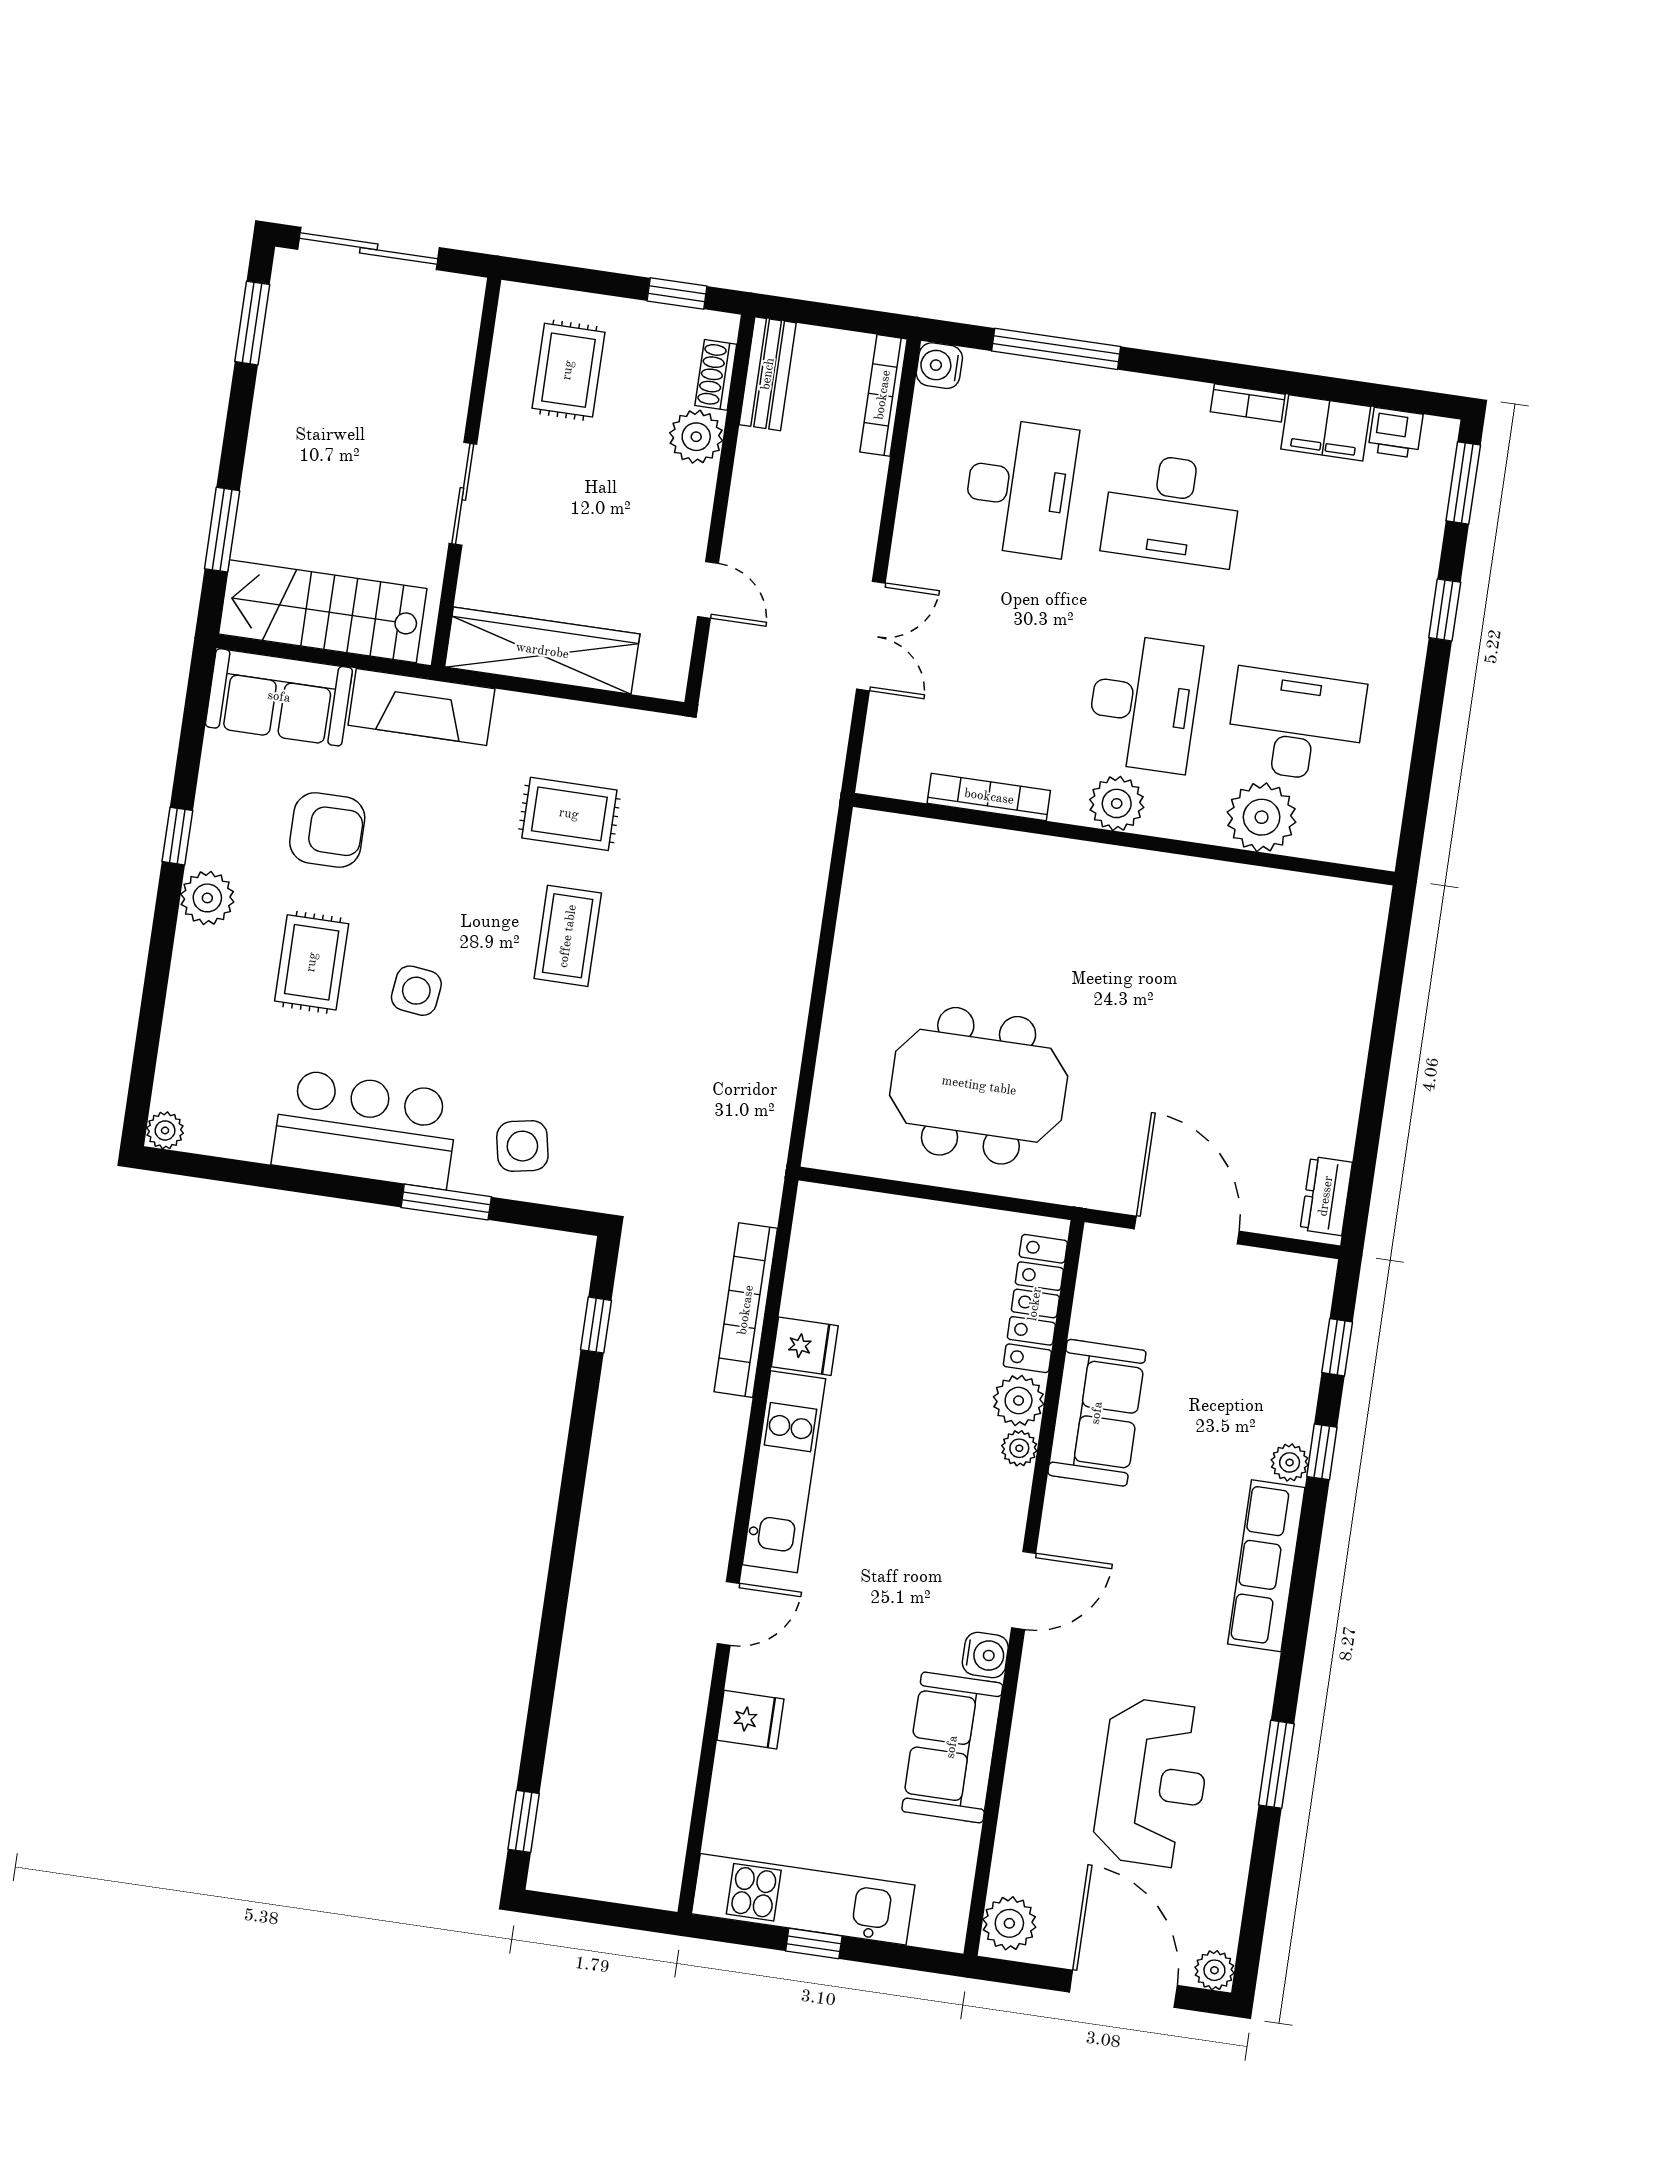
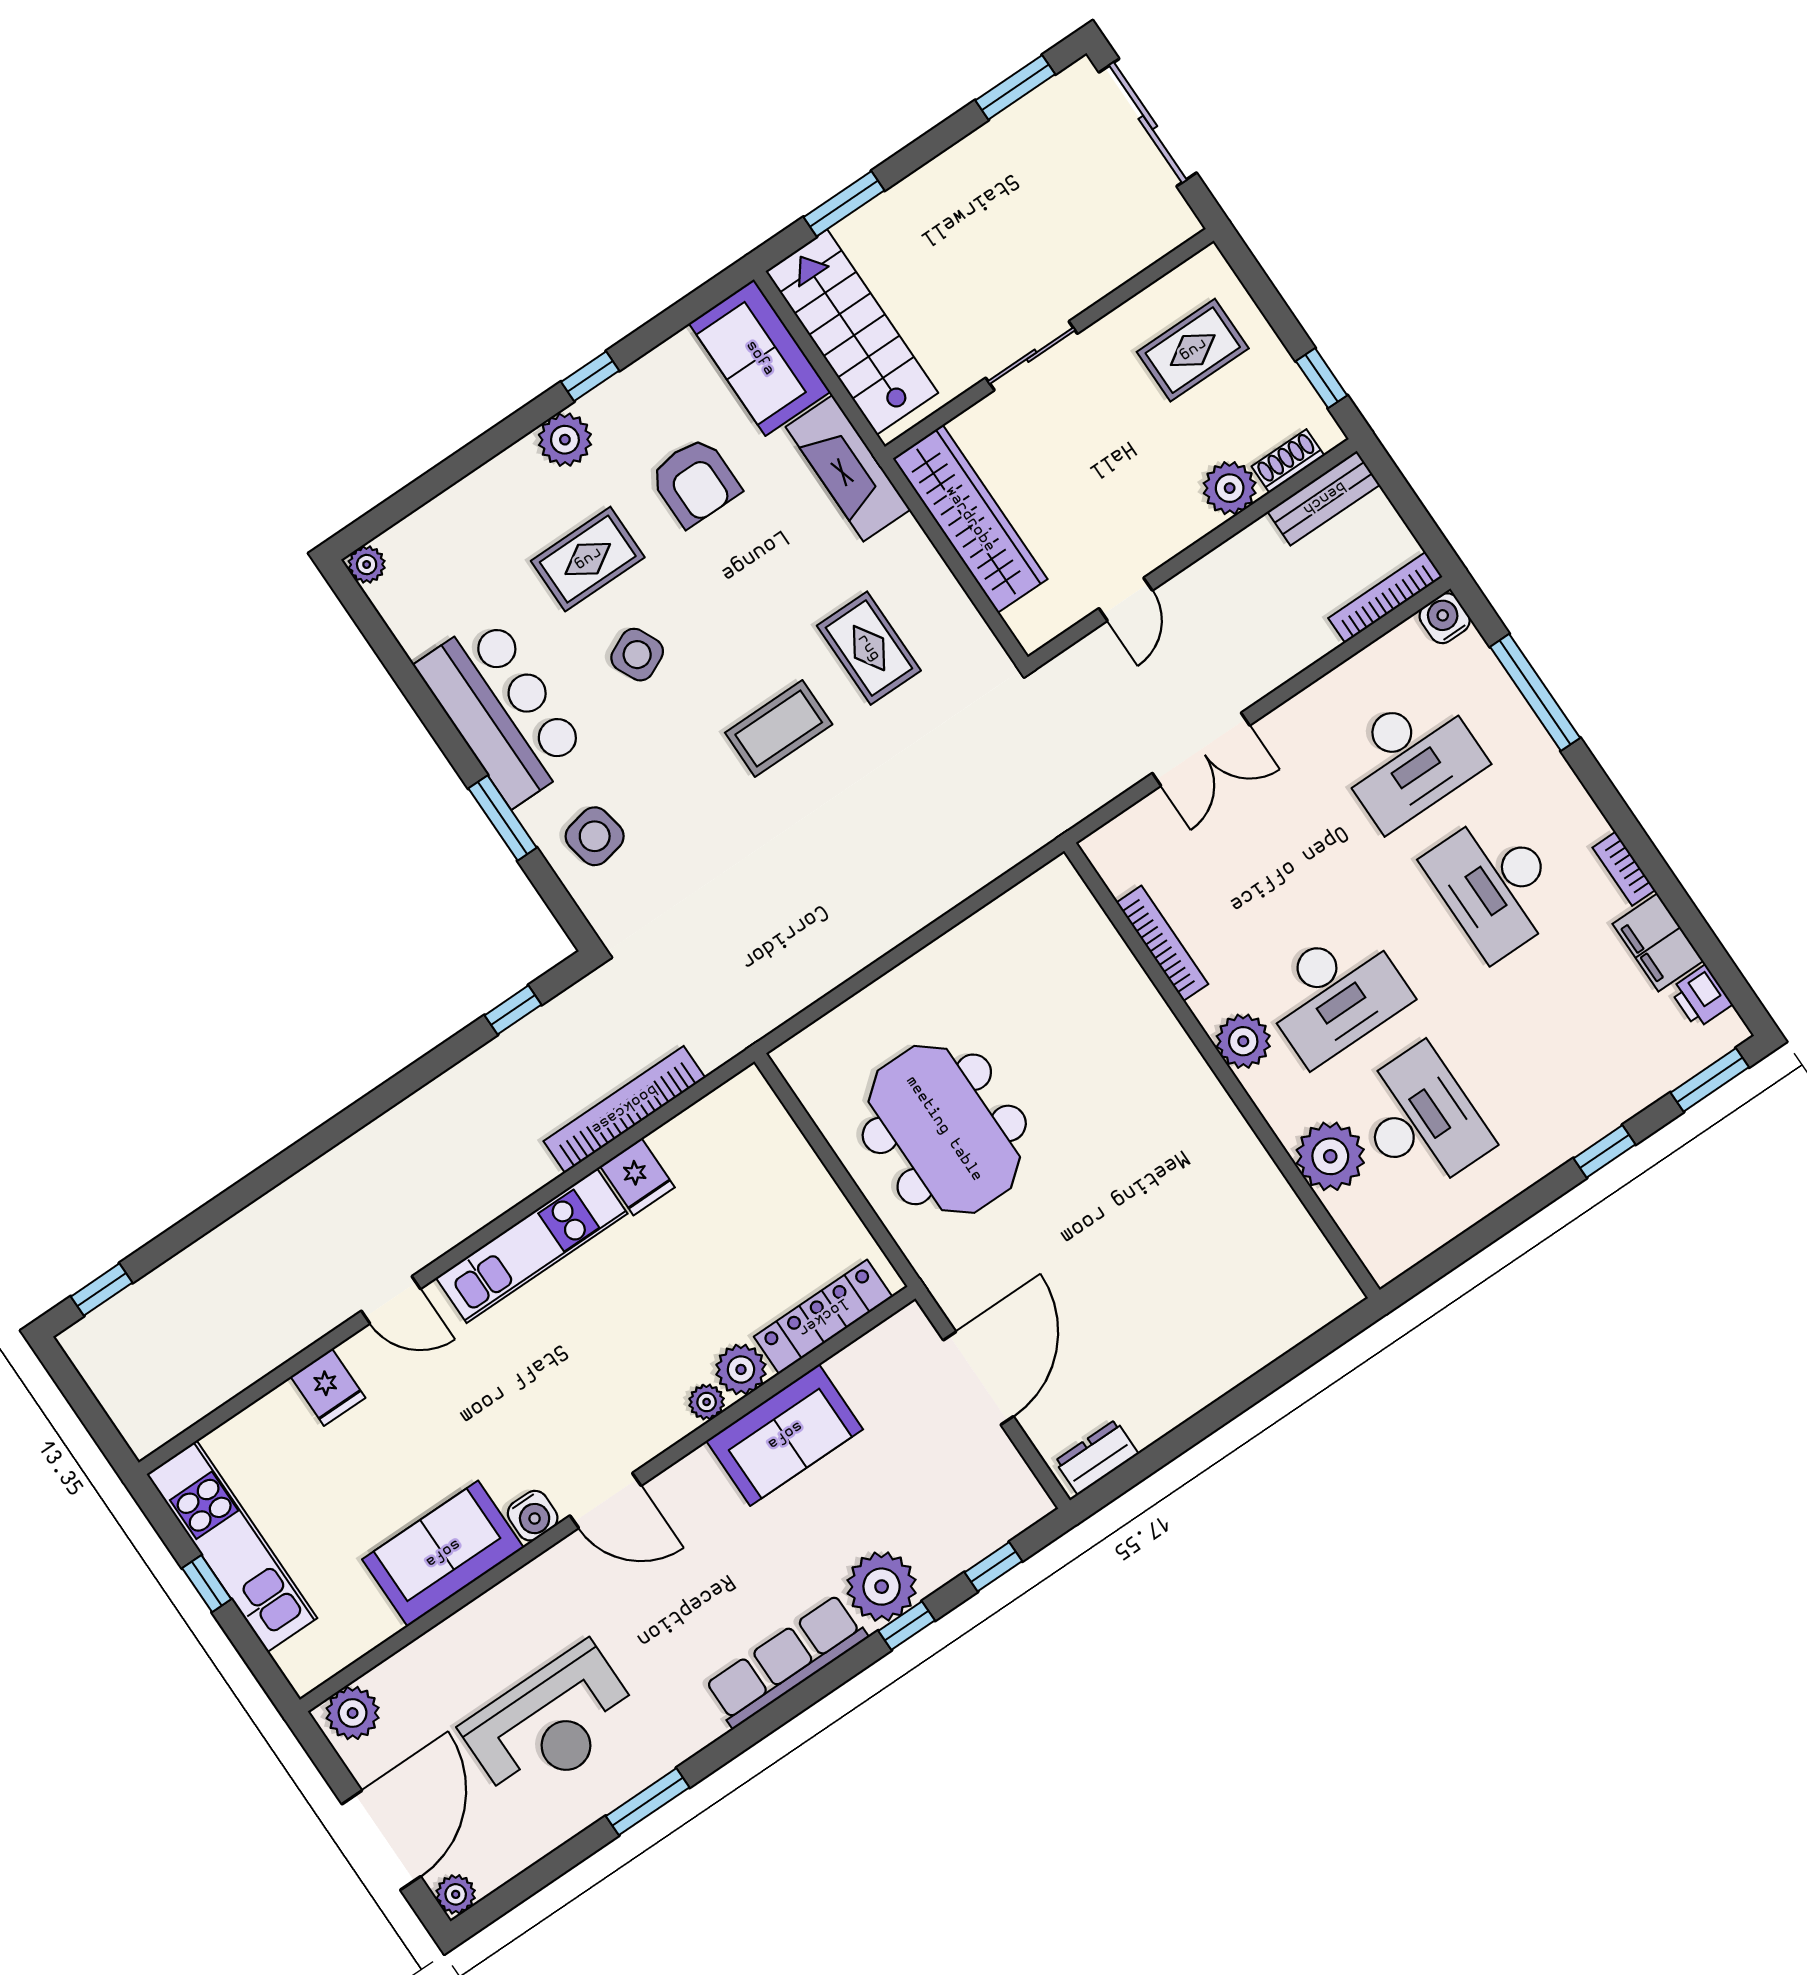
side table: (416, 991) -> (637, 655), turned -32
plant: (1290, 1462) -> (882, 1587), width x1.88, depth x1.88

